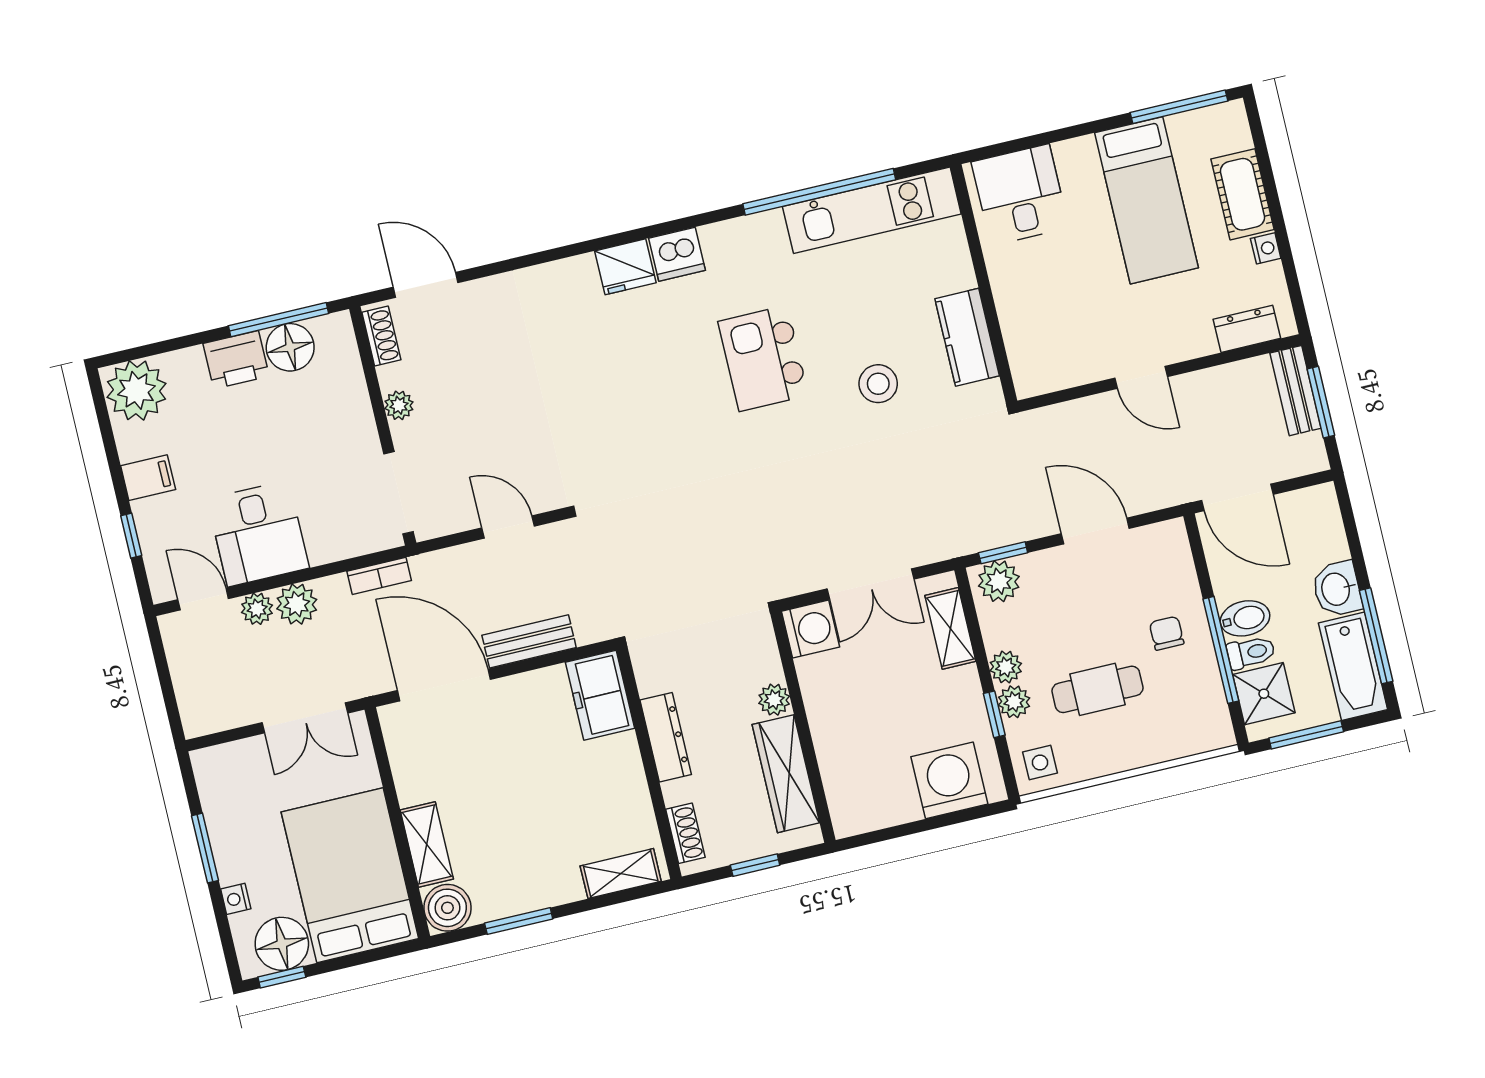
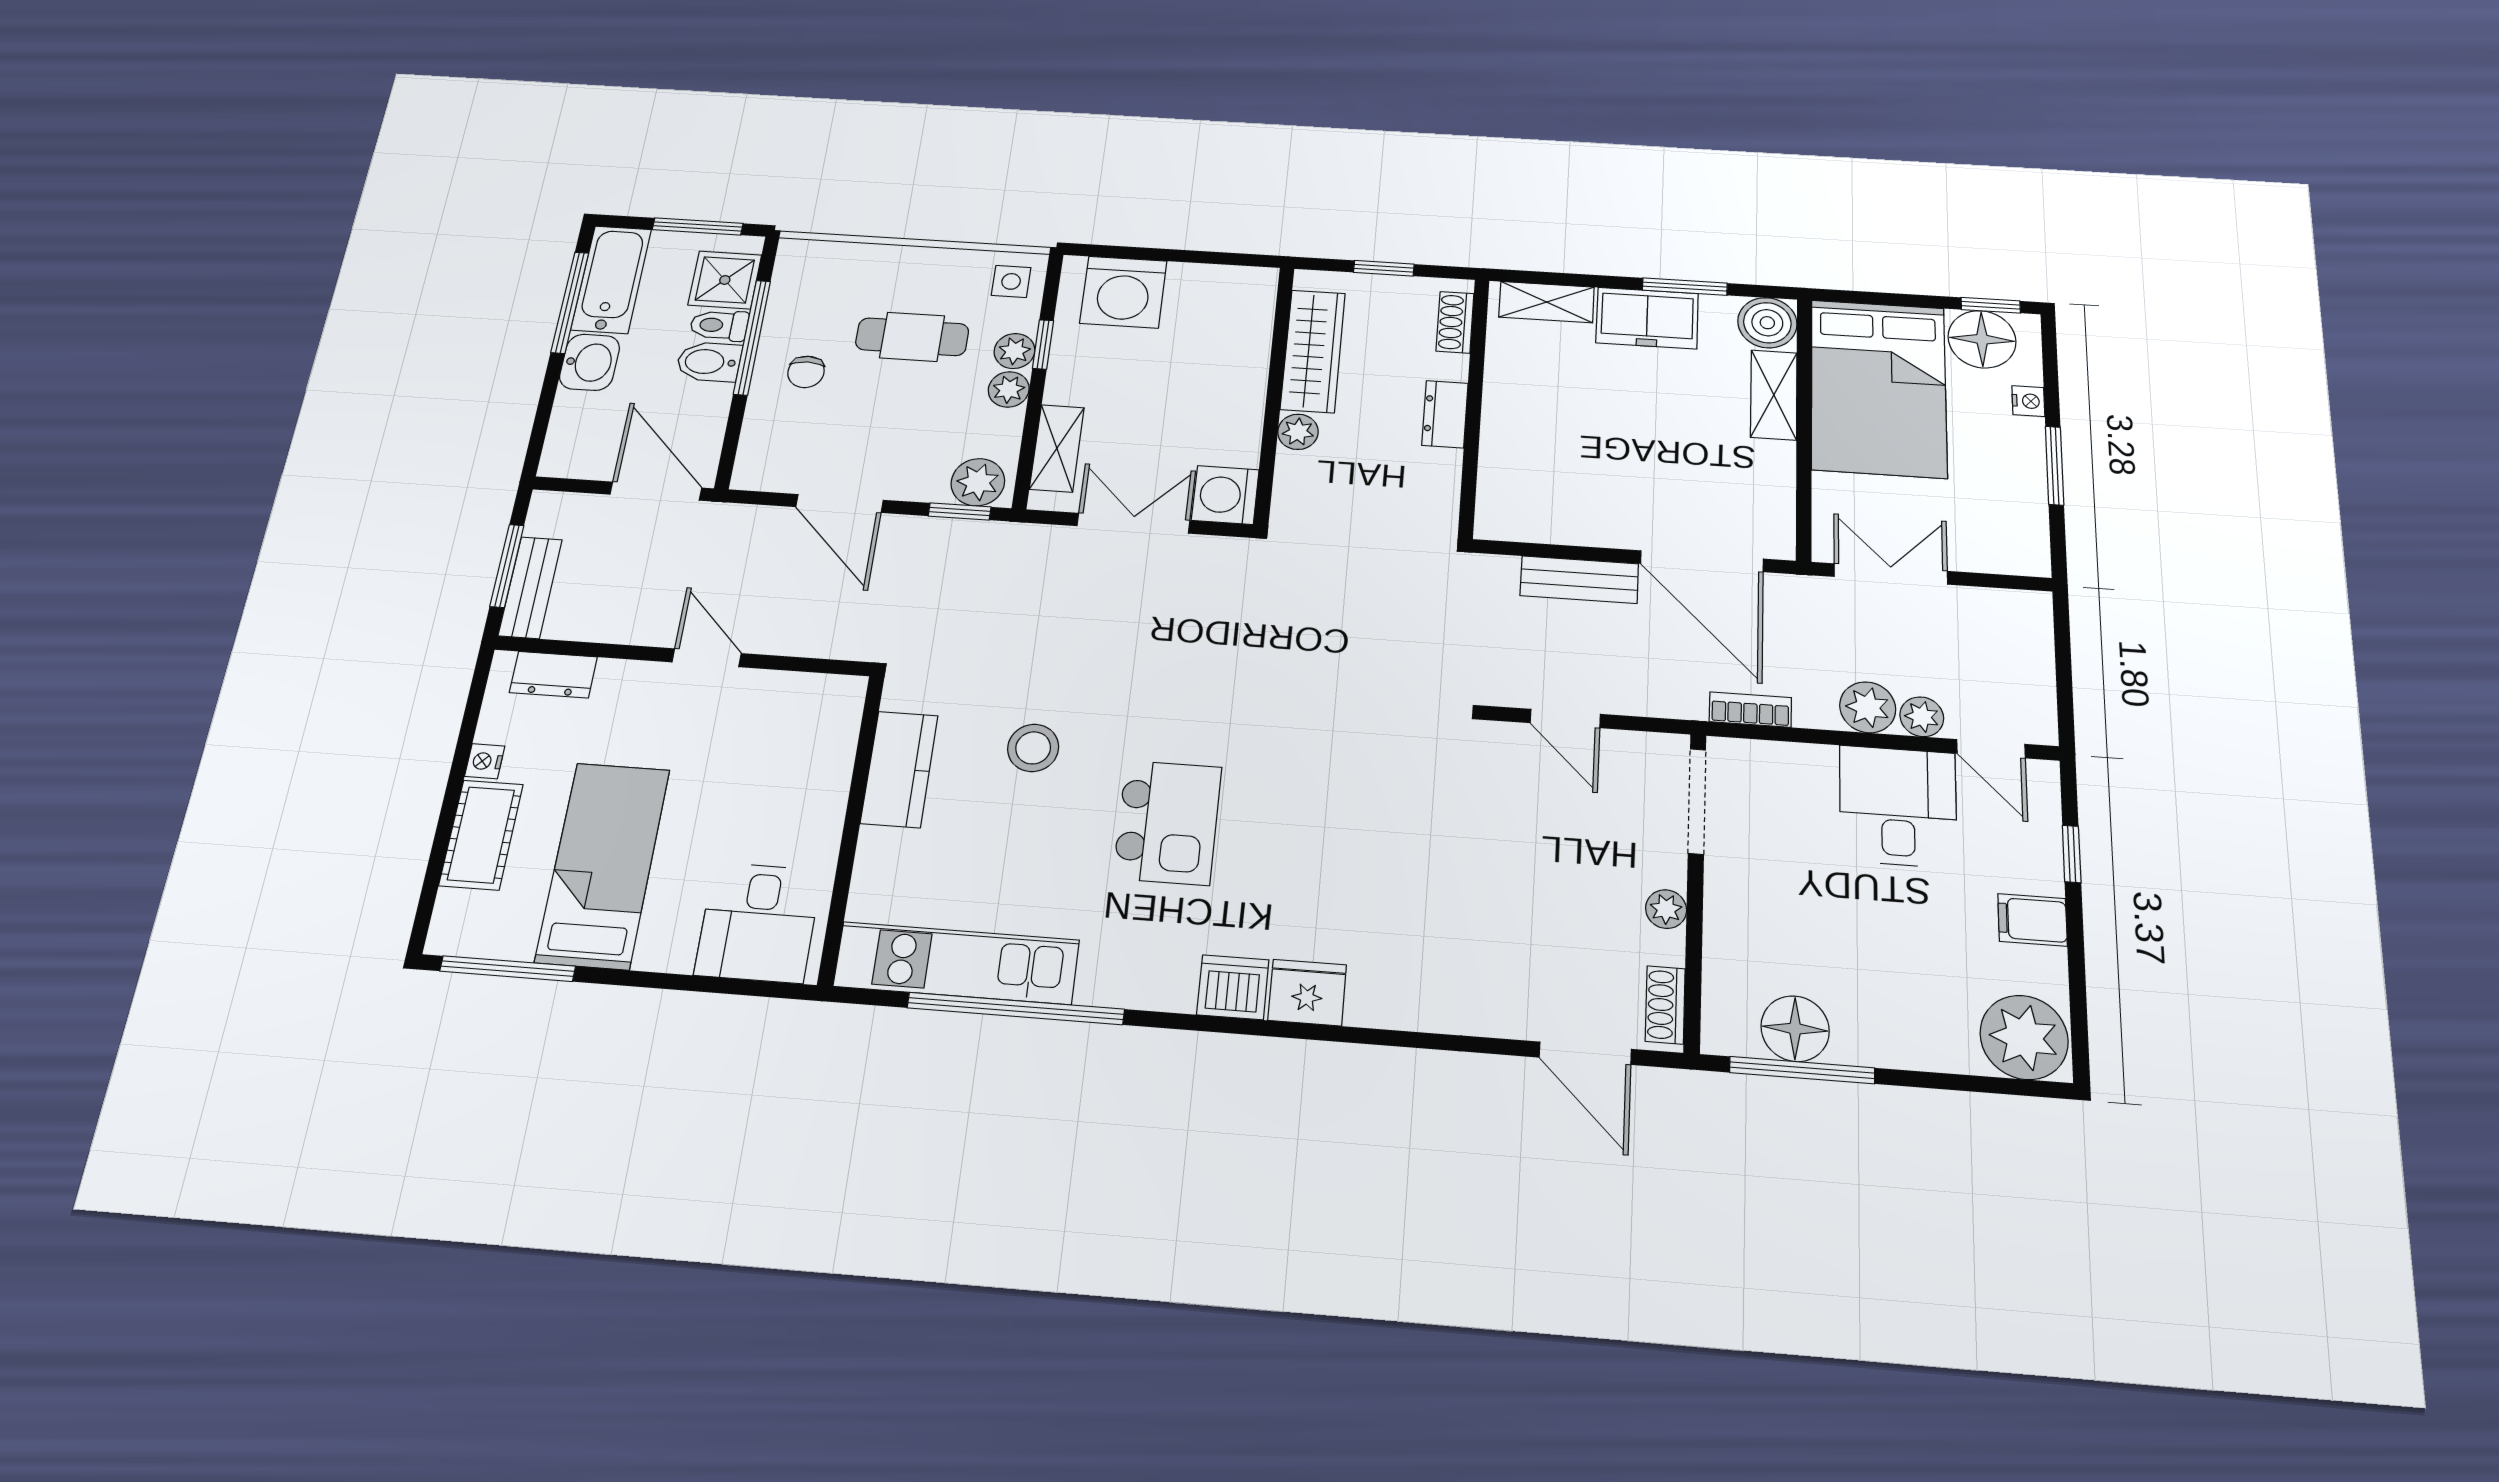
printer: (236, 360) -> (1875, 1035), removed
freezer: (600, 695) -> (1647, 318), moved, turned 90
dresser: (666, 737) -> (1445, 414), width x0.70

